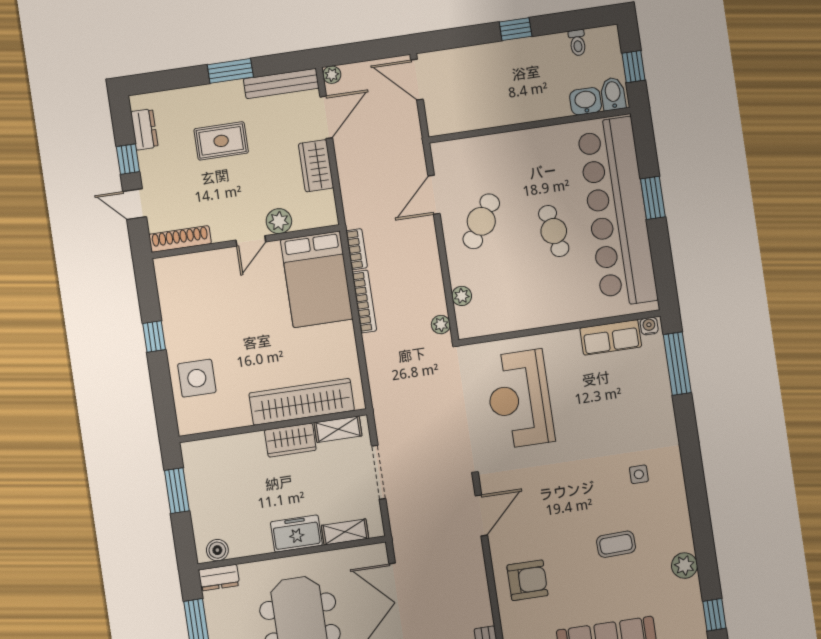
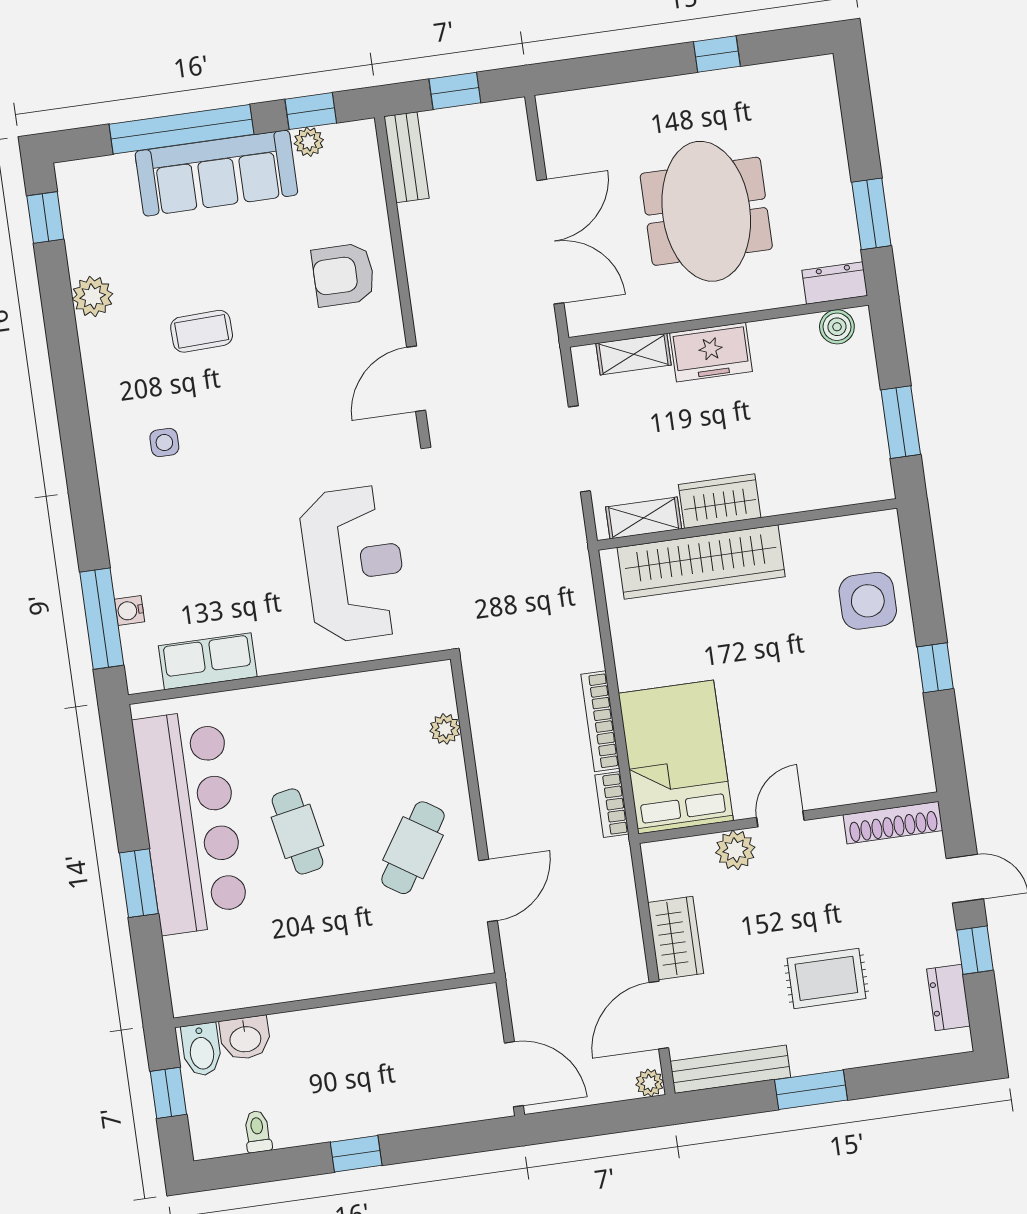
bar counter: (617, 212) -> (191, 822), width x0.73
plant: (441, 325) -> (479, 684), removed
water cooler: (649, 326) -> (130, 610), moved, turned 90

